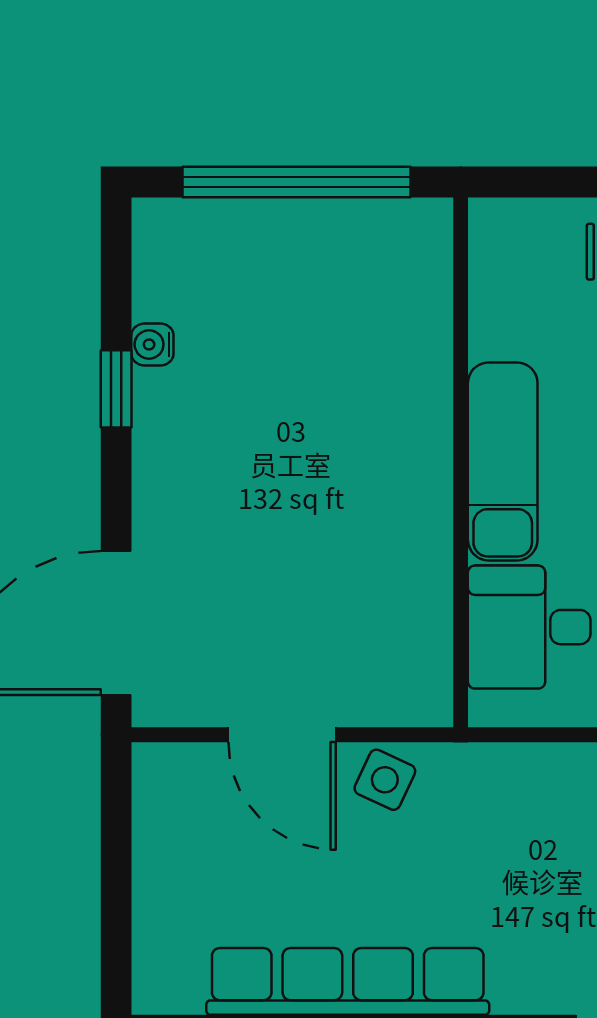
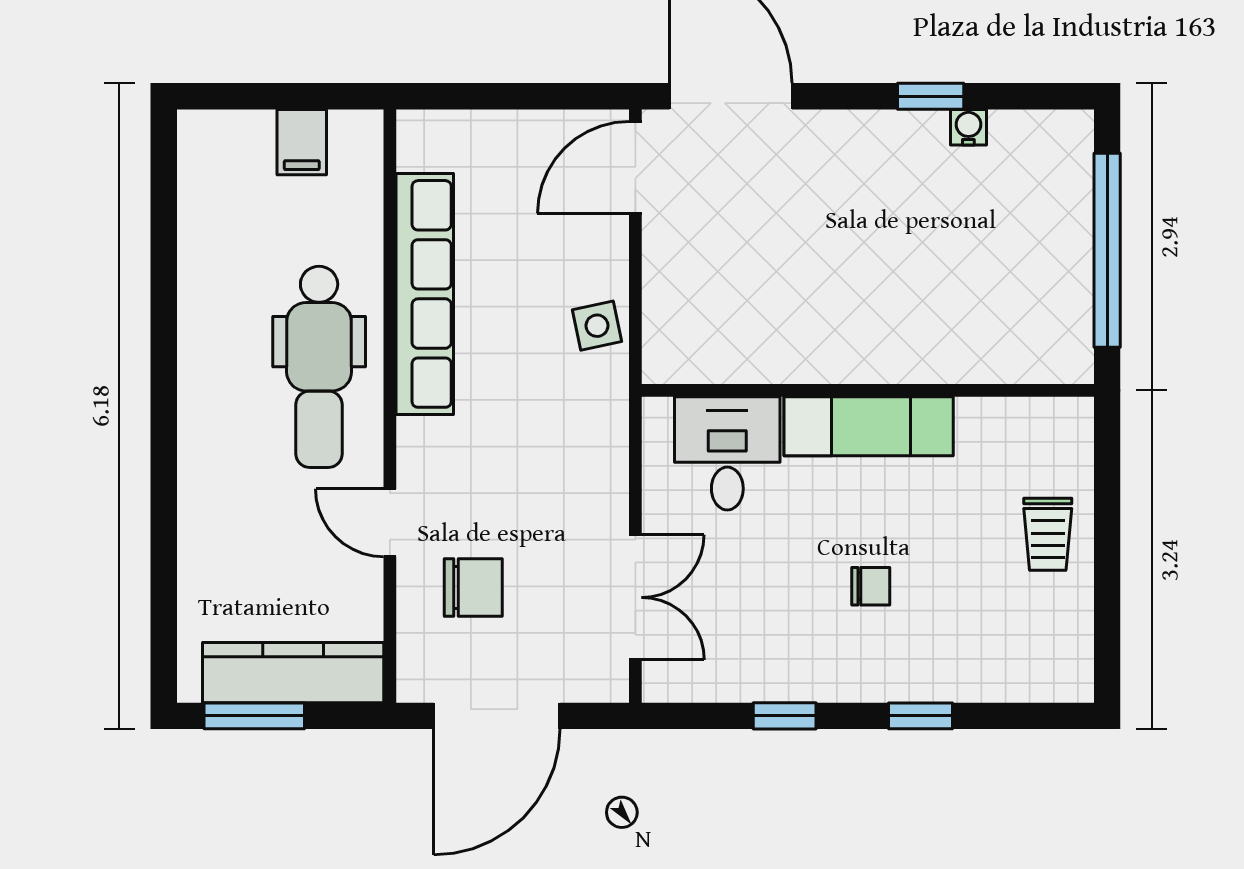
door: (282, 735) -> (635, 167), moved
side table: (385, 780) -> (597, 326), turned -37

